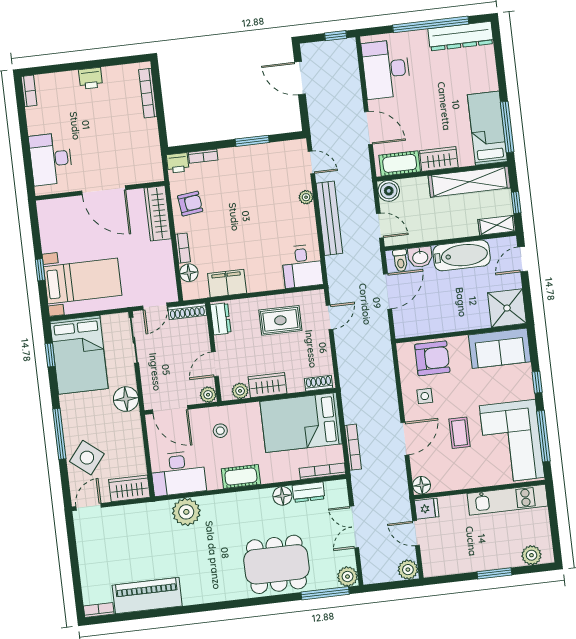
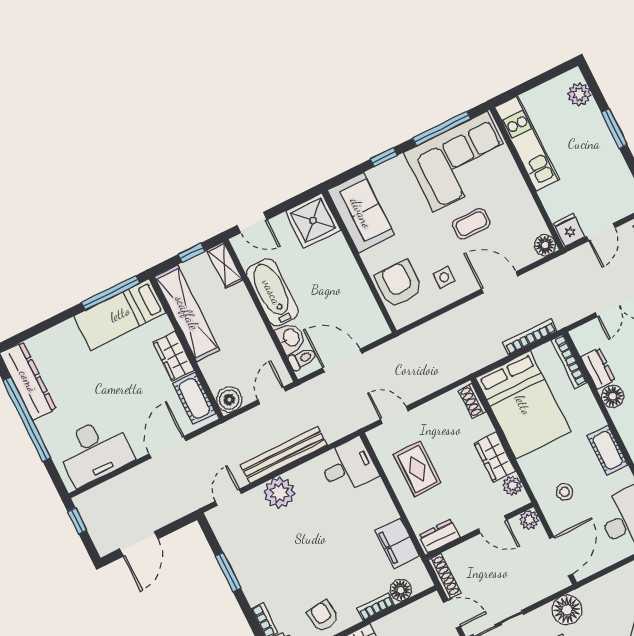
plant: (306, 197) -> (279, 493), width x1.87, depth x1.87

